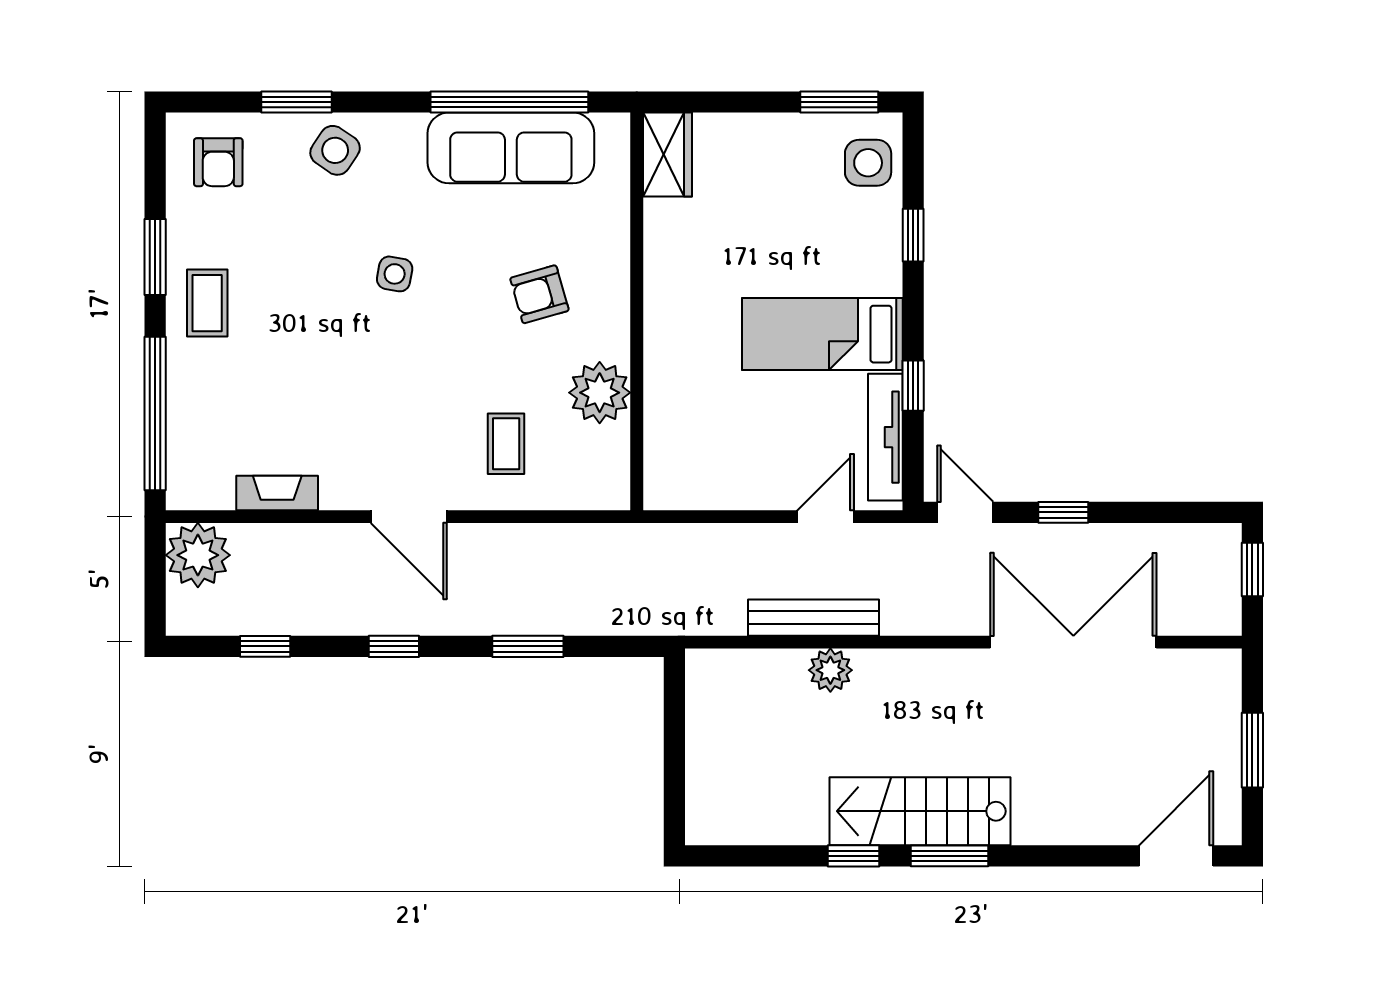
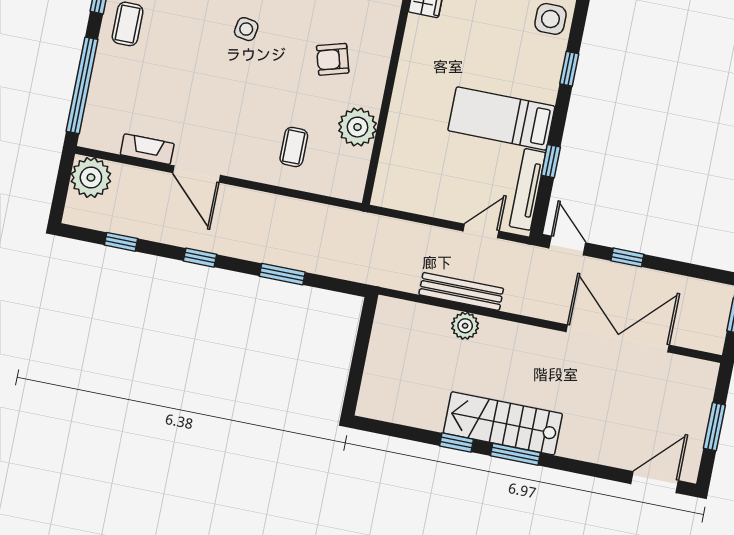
door: (409, 517) -> (196, 174), moved

